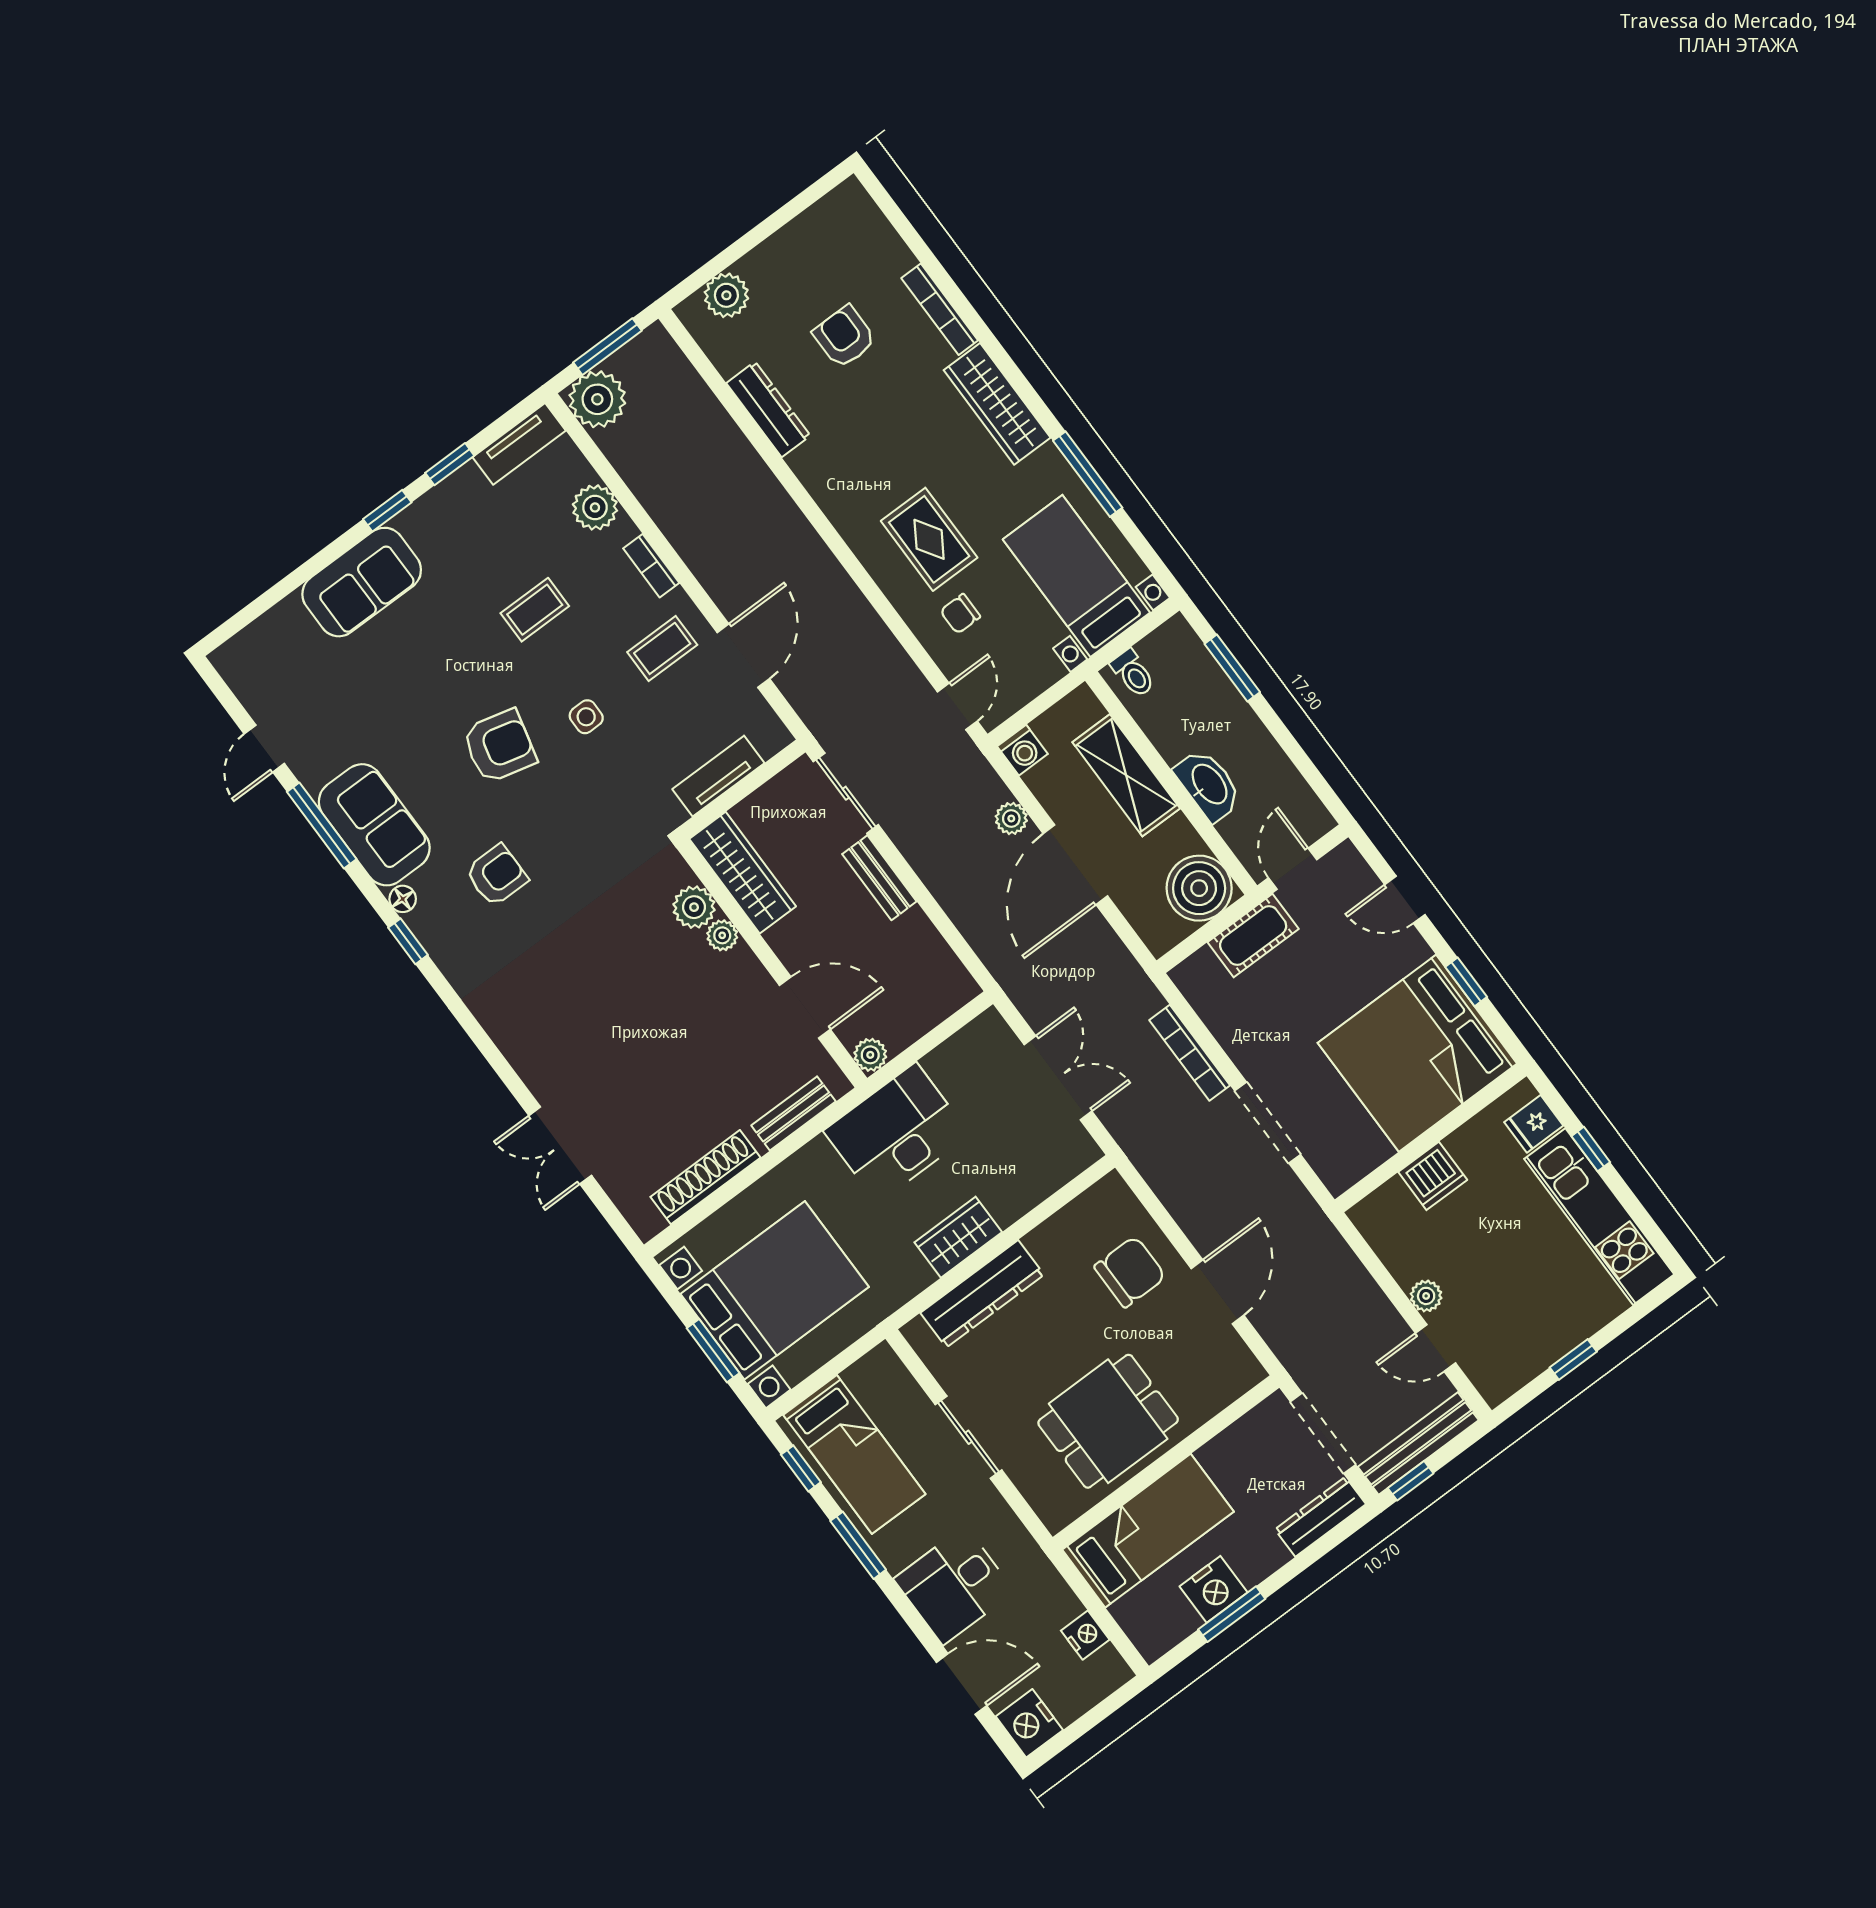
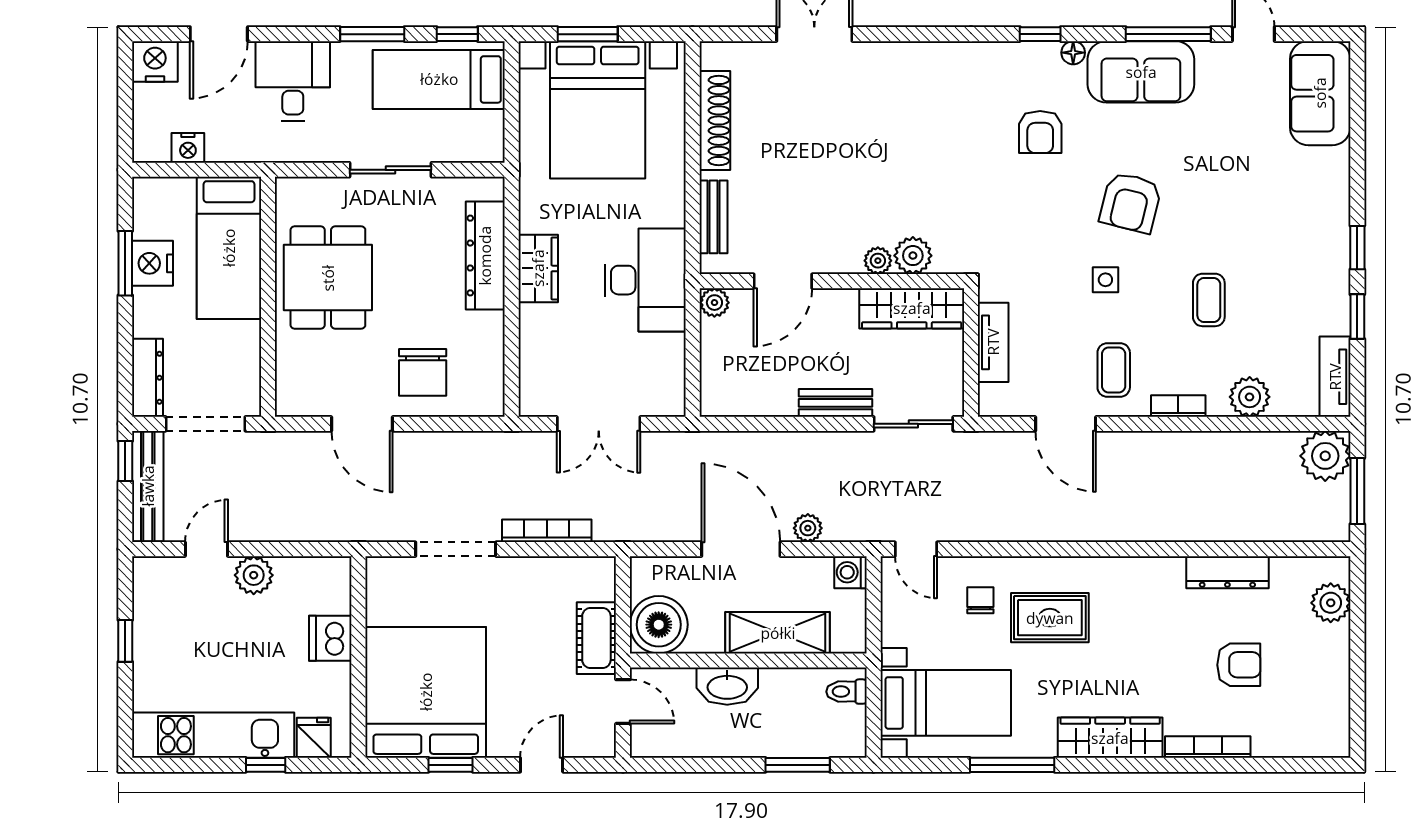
sofa: (362, 582) -> (1320, 93), moved
plant: (1426, 1296) -> (254, 575), width x1.38, depth x1.38

